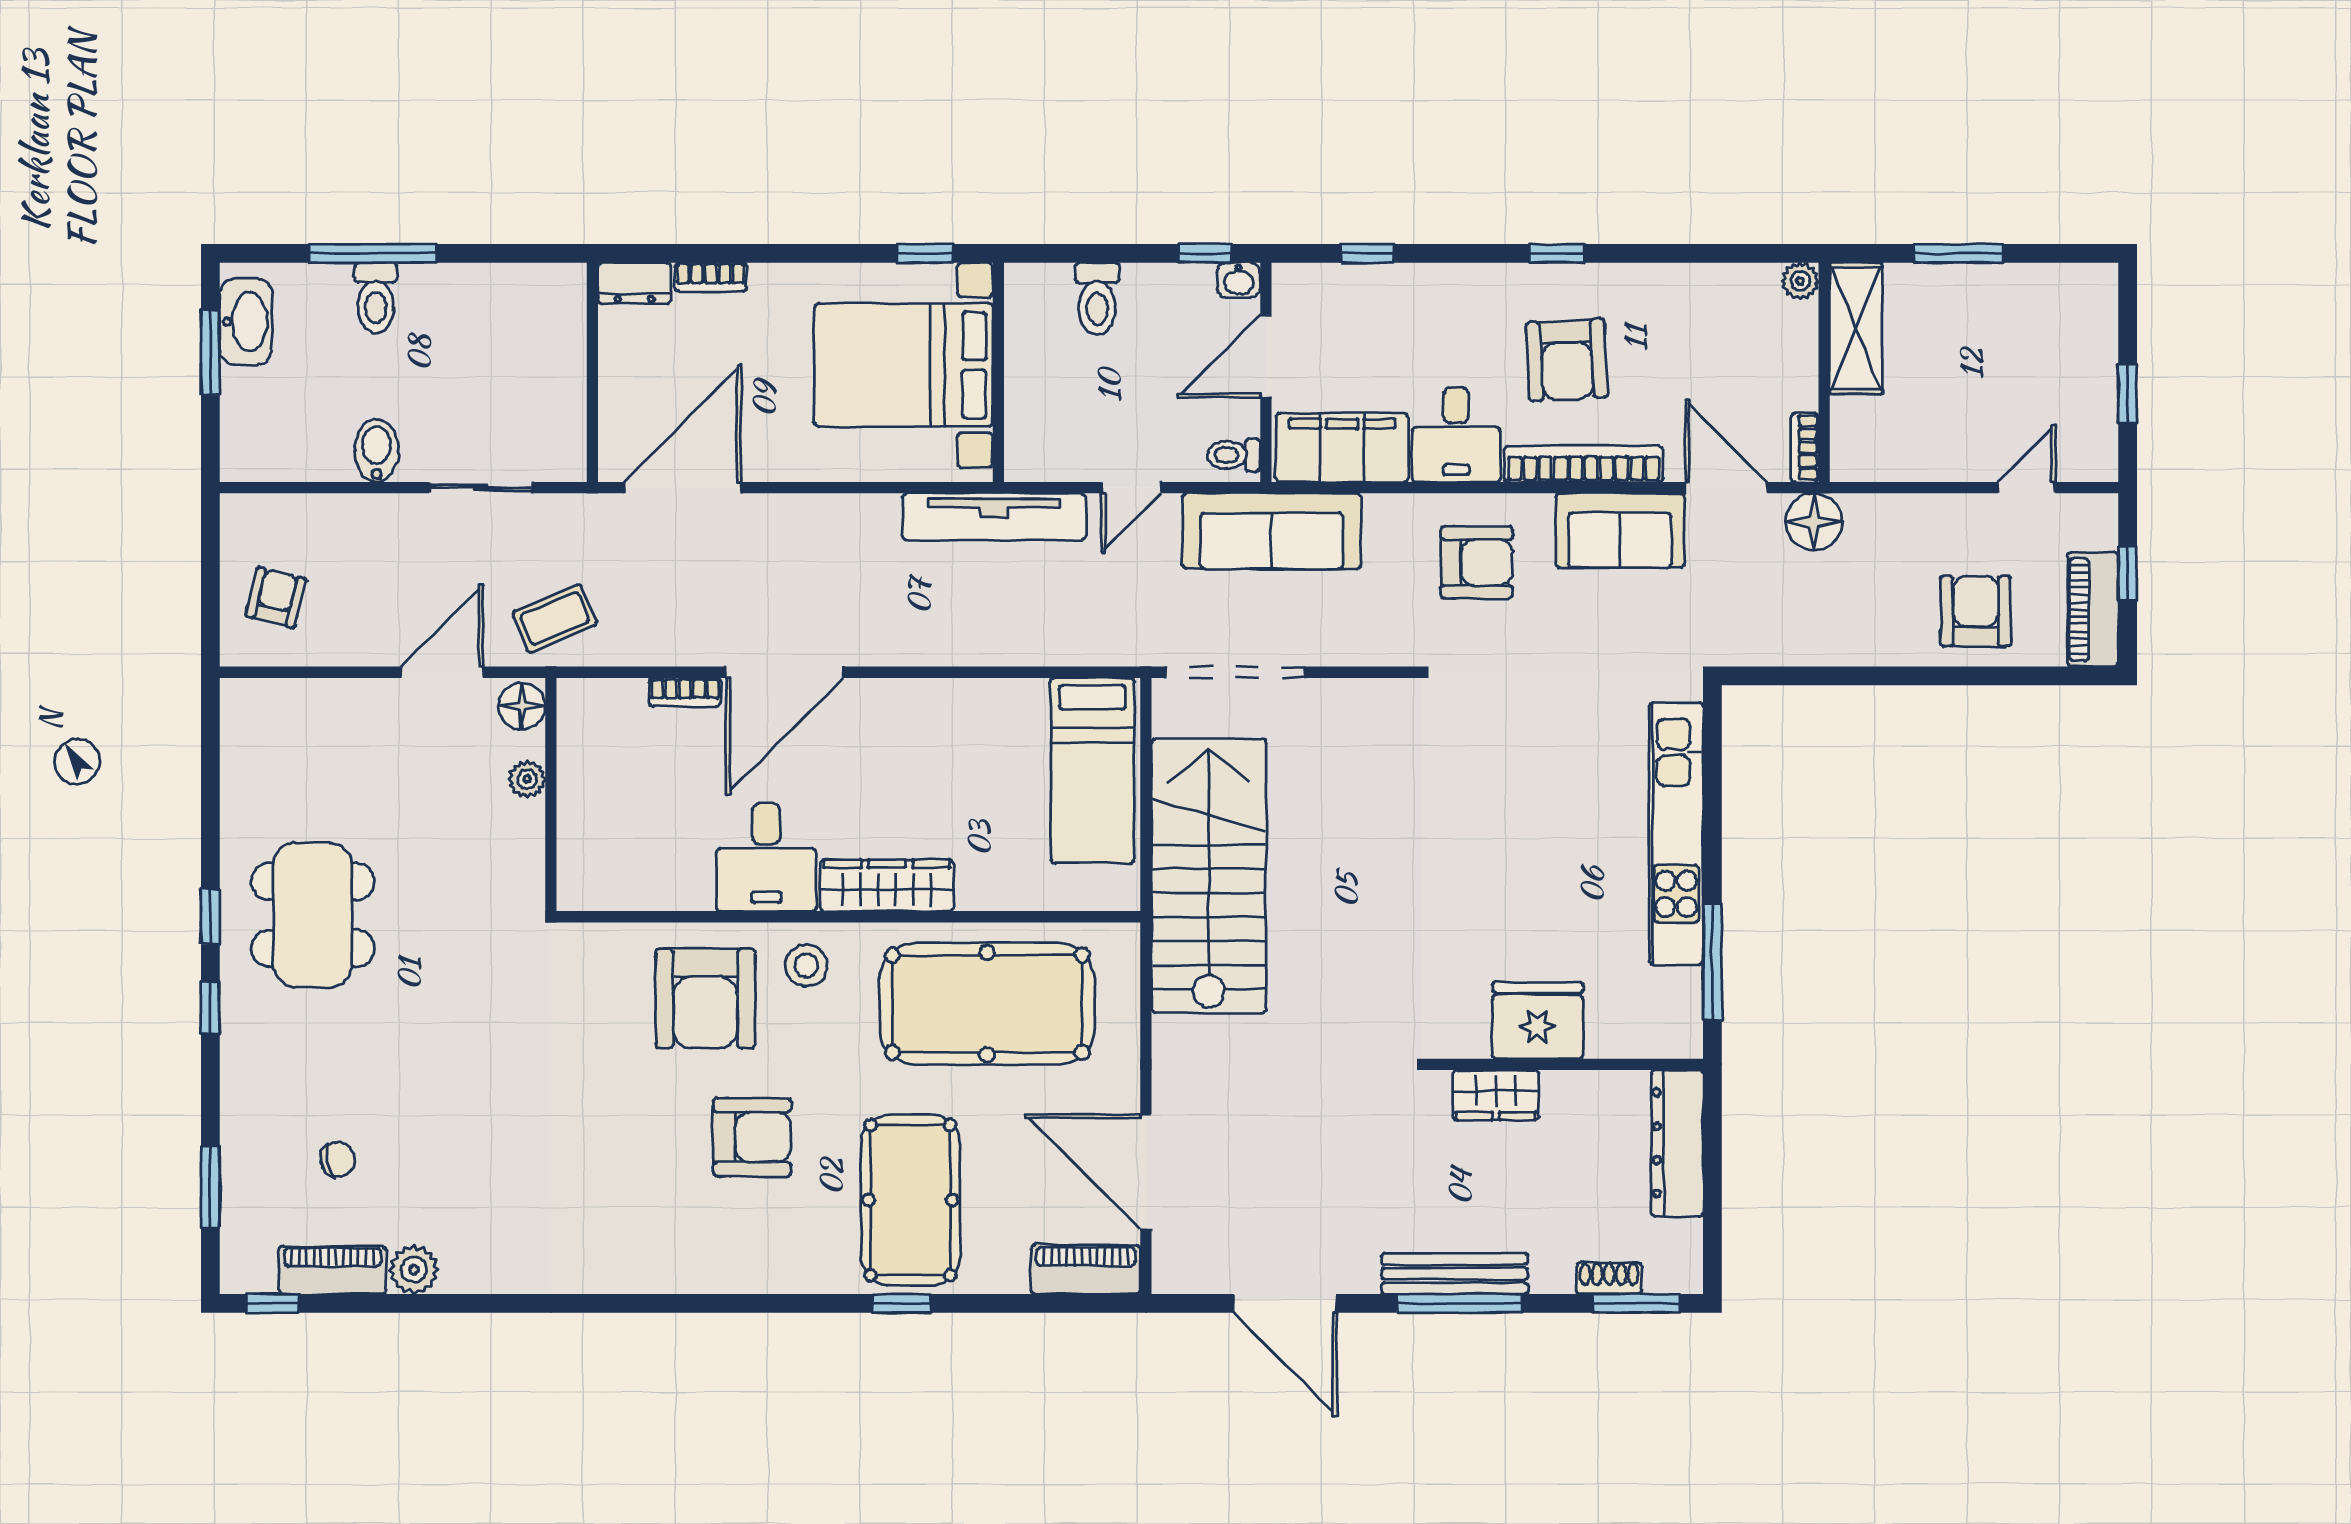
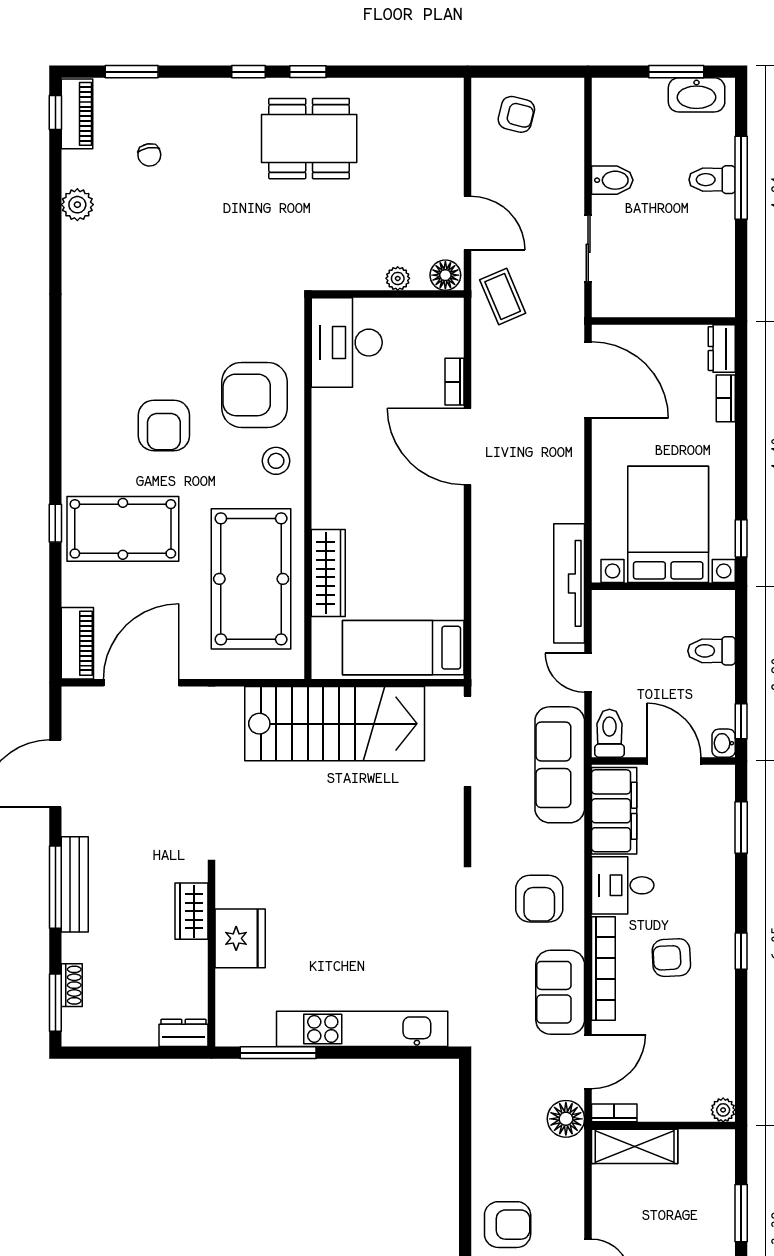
window: (1368, 253) -> (741, 827), width x1.50
shelving: (1856, 328) -> (635, 1146), moved
armchair: (1567, 360) -> (671, 958), width x0.72, depth x0.72
toilet: (1234, 455) -> (609, 733), width x1.37, depth x1.39
desk: (766, 857) -> (347, 343), moved, width x1.37
wardrobe: (887, 885) -> (328, 573), moved
dresser: (1677, 1143) -> (183, 1033), width x0.51, depth x0.80
piano: (332, 1270) -> (77, 114), moved

